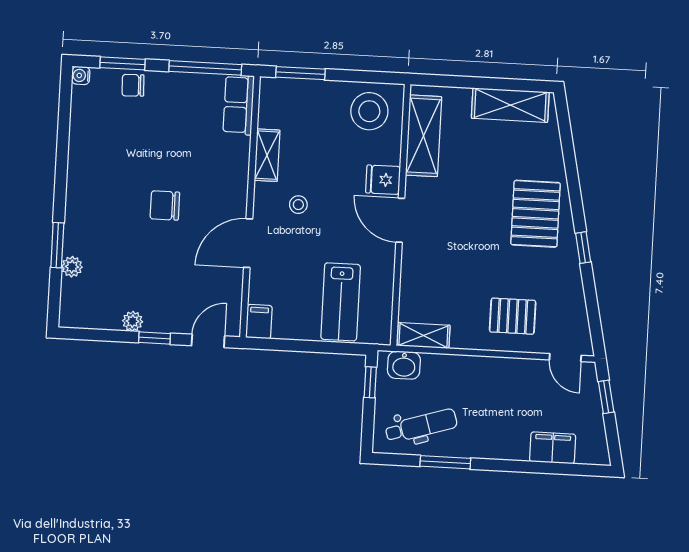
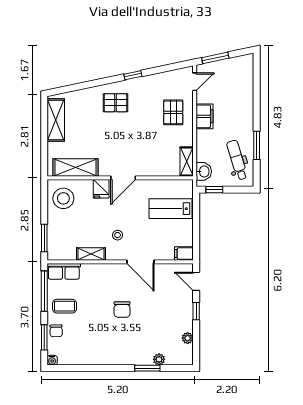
coffee table: (176, 103) -> (65, 306), added
pallet: (536, 214) -> (115, 103), width x0.67, depth x0.71
lab bench: (341, 302) -> (170, 209), turned 180
plant: (133, 321) -> (188, 338), moved
window: (606, 397) -> (215, 58), width x1.50
filing cabinet: (553, 448) -> (204, 116), moved, turned 180

